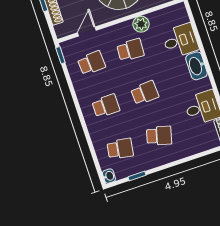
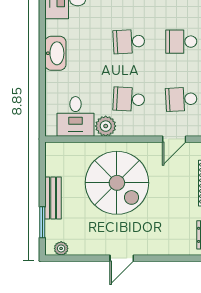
desk: (180, 41) -> (75, 116), moved, turned -90

